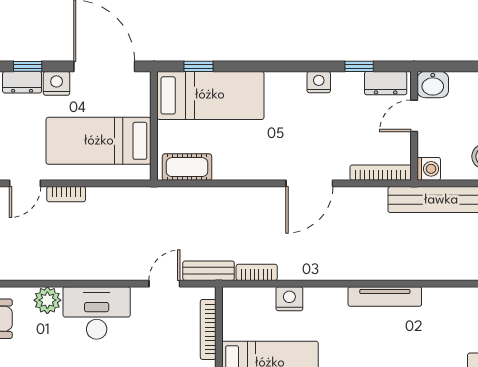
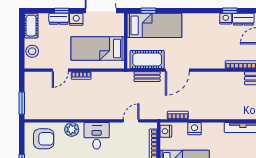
nightstand: (319, 82) -> (226, 19), moved
cot: (187, 167) -> (147, 60), width x1.37, depth x1.34
door: (309, 183) -> (177, 70), moved
bench: (209, 271) -> (147, 77), moved
nightstand: (233, 304) -> (166, 131), added
desk: (97, 313) -> (97, 136), width x0.73

